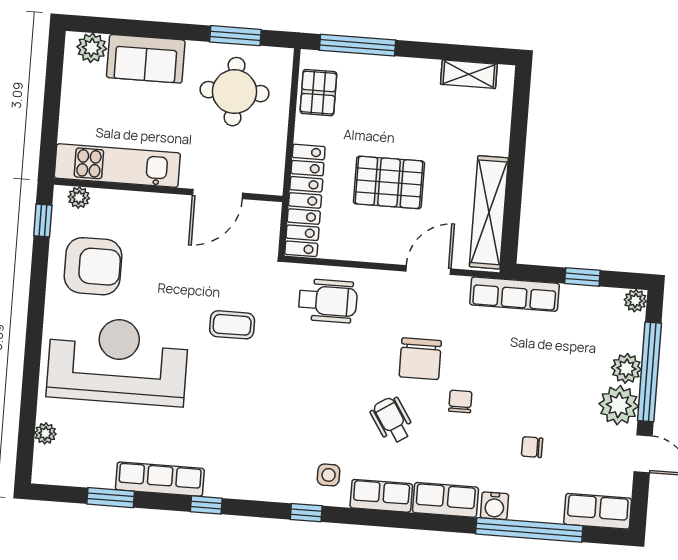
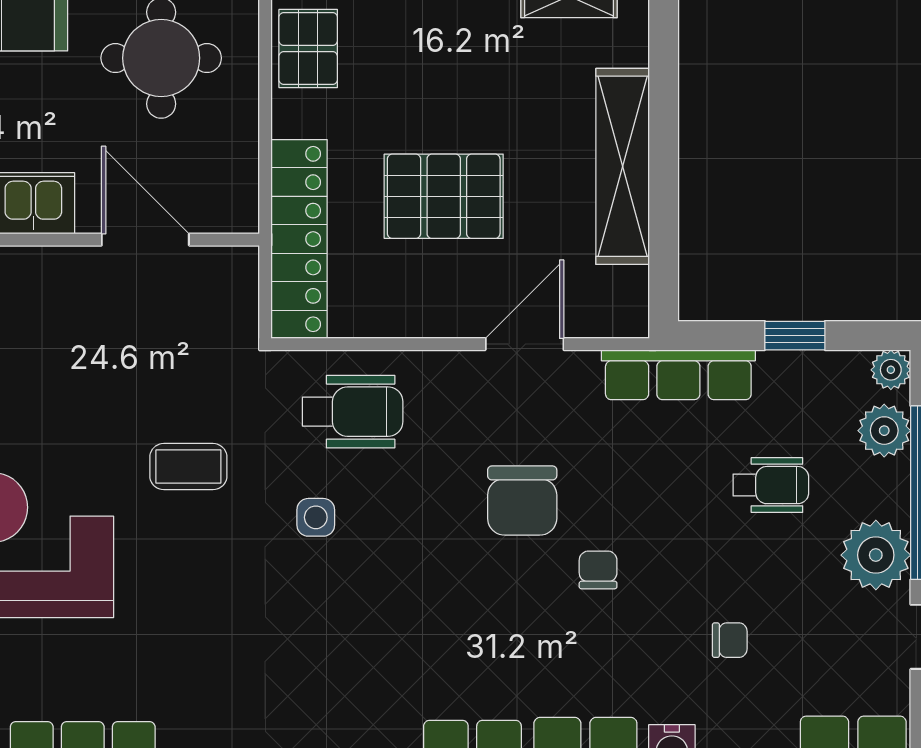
door: (218, 194) -> (145, 240), swing flipped
shelving: (489, 212) -> (623, 166), moved
plant: (626, 368) -> (884, 431), moved
wheelchair: (392, 420) -> (771, 485), moved, turned 123
chair: (532, 447) -> (730, 640), turned 180
side table: (329, 475) -> (316, 517), moved

